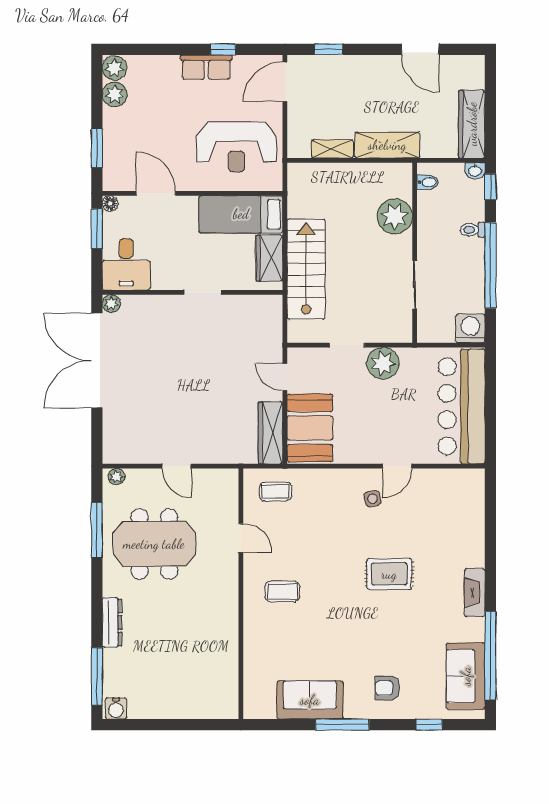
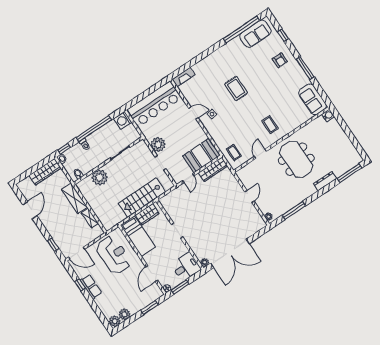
meeting table: (154, 544) -> (296, 159), moved
fireplace: (475, 592) -> (184, 77), moved
sofa: (310, 700) -> (313, 99), moved
water cooler: (116, 708) -> (328, 115), moved

